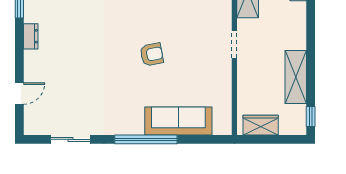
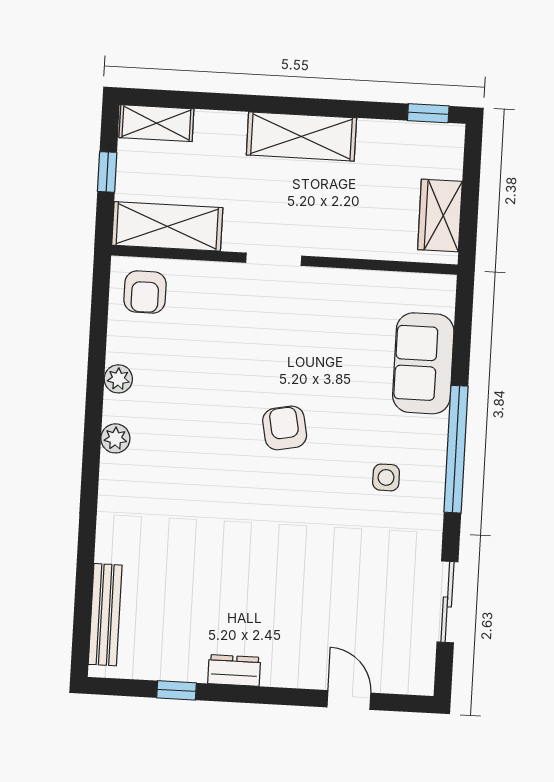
shelving: (296, 77) -> (301, 136), moved
side table: (130, 106) -> (386, 477), added
sofa: (178, 121) -> (423, 363), width x0.73

